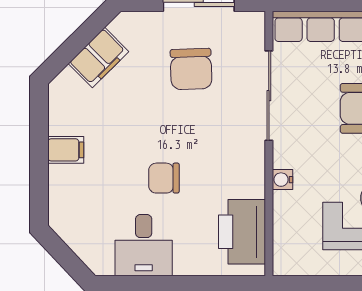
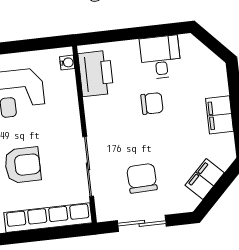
filing cabinet: (66, 150) -> (220, 115), width x2.00
water cooler: (283, 180) -> (67, 63), moved

